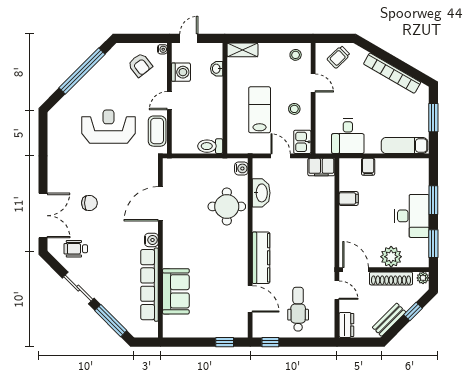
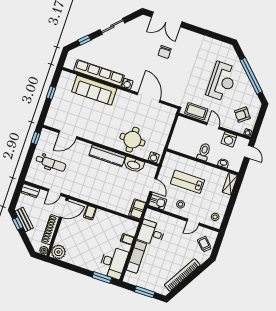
lab bench: (260, 110) -> (188, 182), turned 180
reception desk: (108, 127) -> (222, 81), moved
toilet: (210, 146) -> (204, 152), moved
exam couch: (404, 146) -> (137, 257), moved
door: (281, 156) -> (153, 185), hinge flipped
filing cabinet: (349, 199) -> (90, 213), moved
window: (433, 200) -> (102, 278), moved
desk: (412, 216) -> (113, 262), moved, turned -90
window: (433, 244) -> (64, 265), removed
wheelchair: (76, 249) -> (138, 33), removed
plant: (391, 257) -> (58, 252), moved
kitchen counter: (261, 258) -> (107, 156), moved
sofa: (176, 291) -> (94, 90), width x1.36
window: (413, 312) -> (18, 223), moved
window: (111, 321) -> (84, 40), width x0.46
window: (225, 342) -> (51, 93), moved

